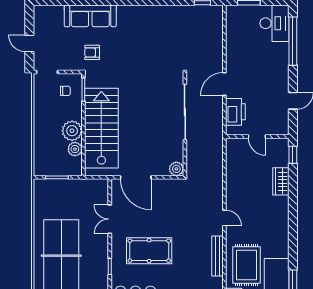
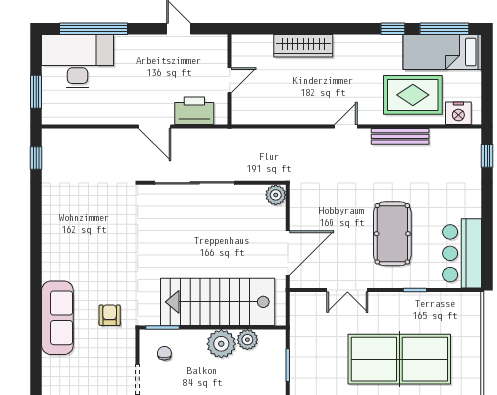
desk: (274, 23) -> (78, 61), width x1.36, depth x1.30
armchair: (92, 52) -> (110, 315), turned 180
window: (293, 155) -> (393, 29), moved
wardrobe: (281, 181) -> (303, 46), width x1.50

